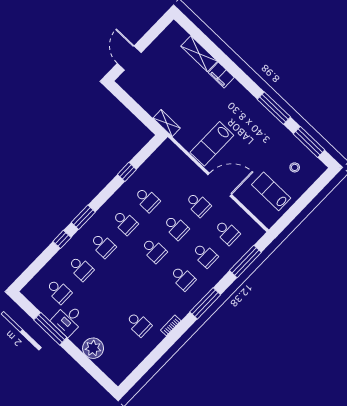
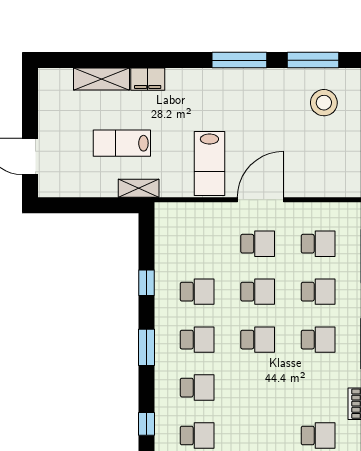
stool: (295, 167) -> (324, 103), width x1.89, depth x1.89
lab bench: (271, 191) -> (122, 143), moved
window: (83, 217) -> (146, 347), moved

